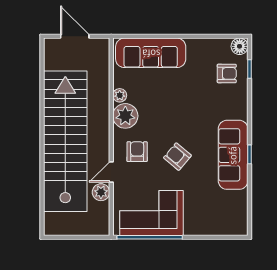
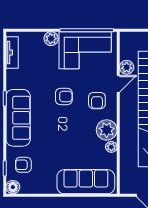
sofa: (233, 155) -> (18, 118), moved
armchair: (177, 157) -> (64, 96), turned -40
tv unit: (240, 210) -> (12, 52), added
plant: (193, 227) -> (51, 39), added

